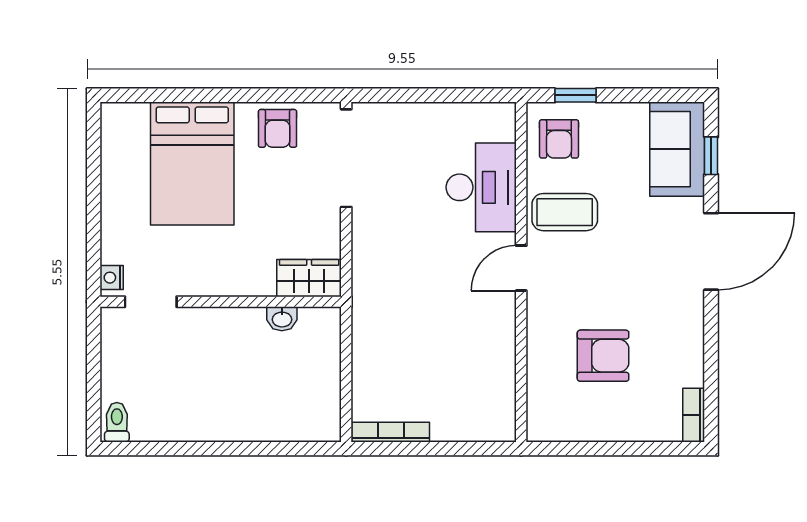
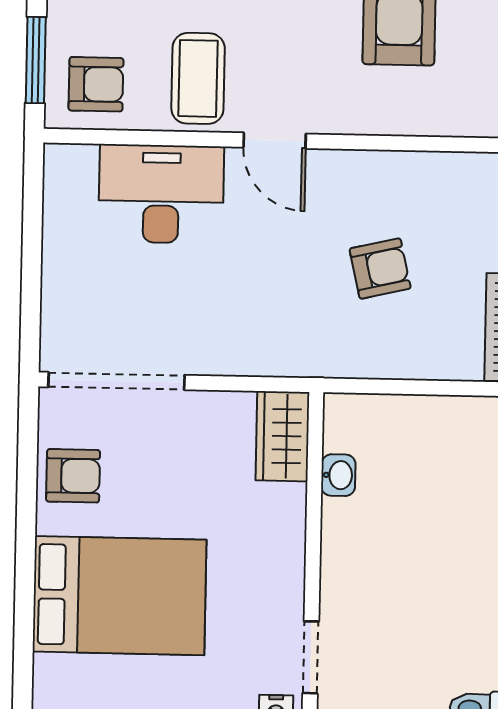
window: (575, 95) -> (36, 60), width x1.50
armchair: (431, 346) -> (380, 269), added

